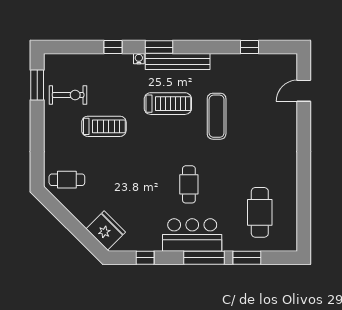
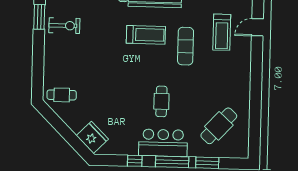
treadmill: (104, 126) -> (222, 32), moved, turned 90
cafe table: (260, 212) -> (219, 126), turned 43
window: (145, 258) -> (135, 161), moved

